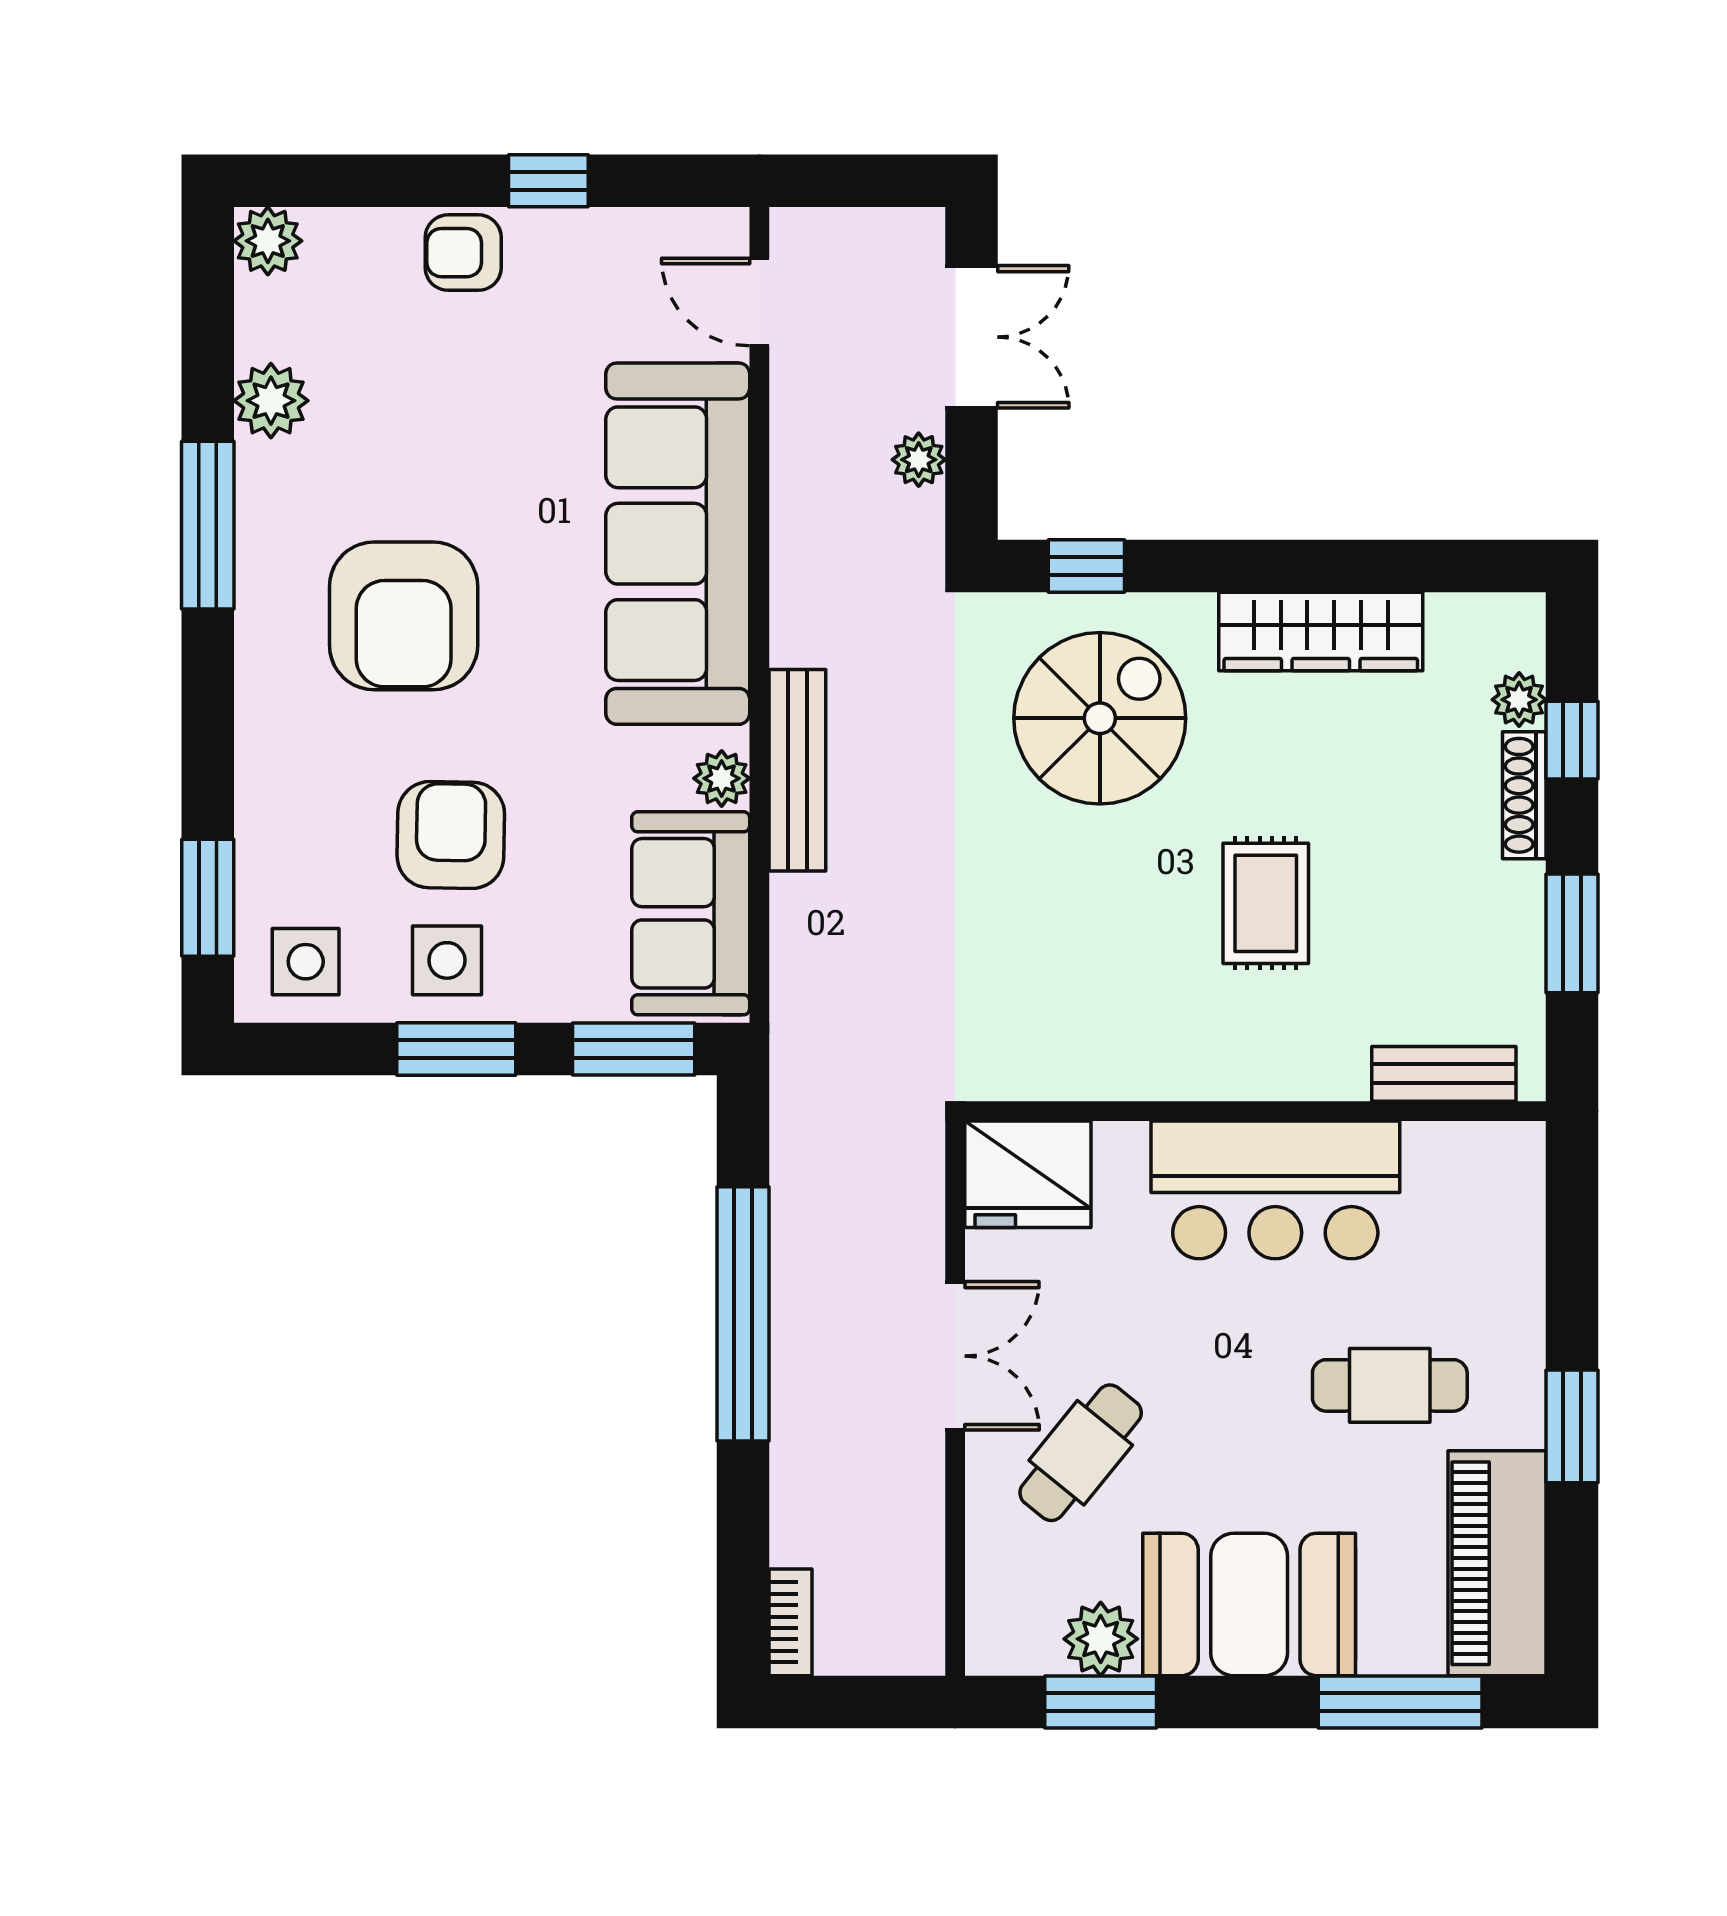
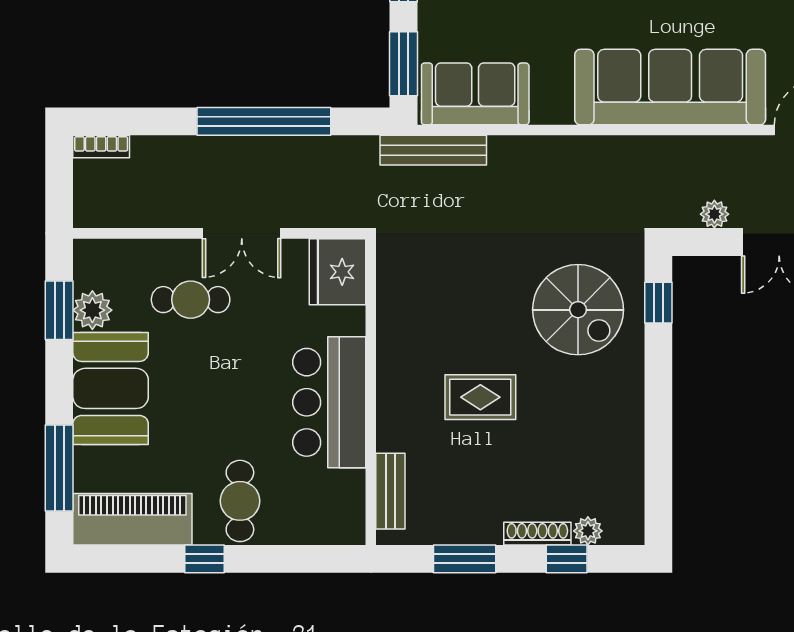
wardrobe: (1321, 632) -> (624, 426), removed
bench: (797, 770) -> (433, 150), moved
plant: (722, 778) -> (546, 110), removed
cafe table: (1390, 1385) -> (240, 501), moved
window: (1572, 1426) -> (204, 559), width x0.67
cafe table: (1081, 1453) -> (191, 300), turned -39

